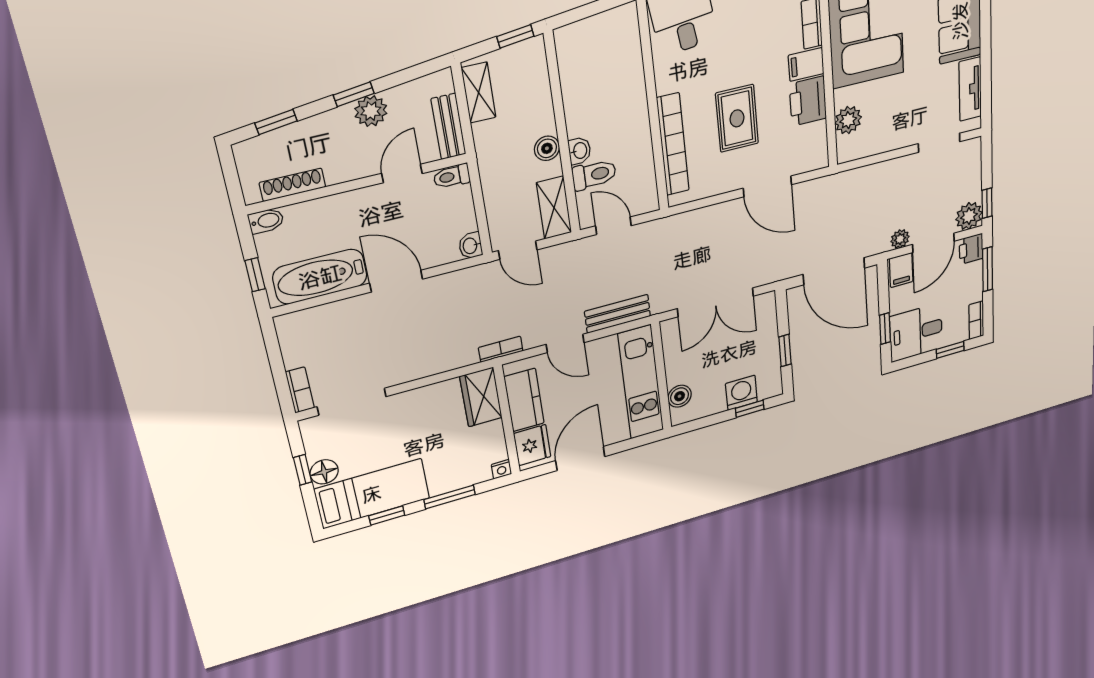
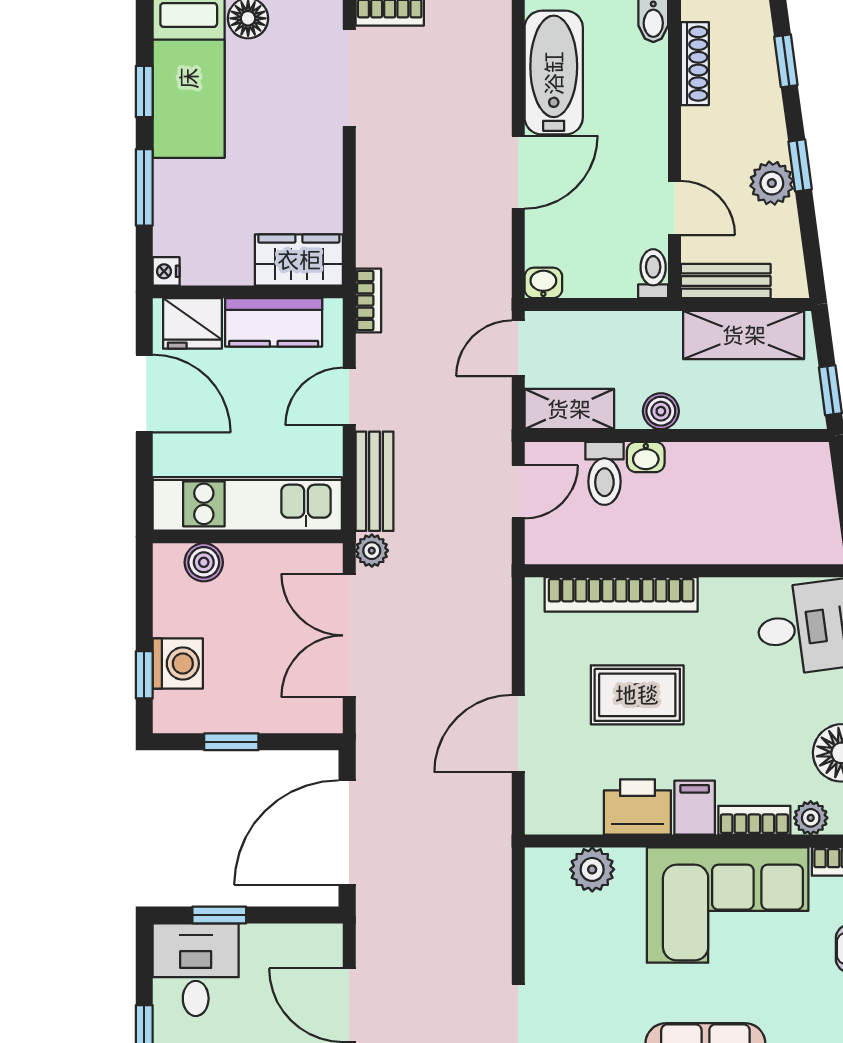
shelving: (479, 93) -> (744, 335), width x1.50, depth x1.33
plant: (900, 239) -> (372, 551), moved
filing cabinet: (901, 270) -> (317, 947), removed

